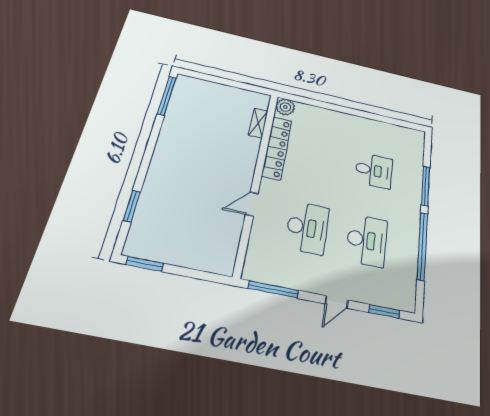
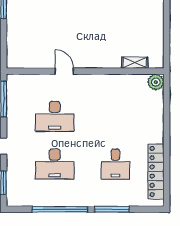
locker: (277, 148) -> (156, 172), moved, turned 90

